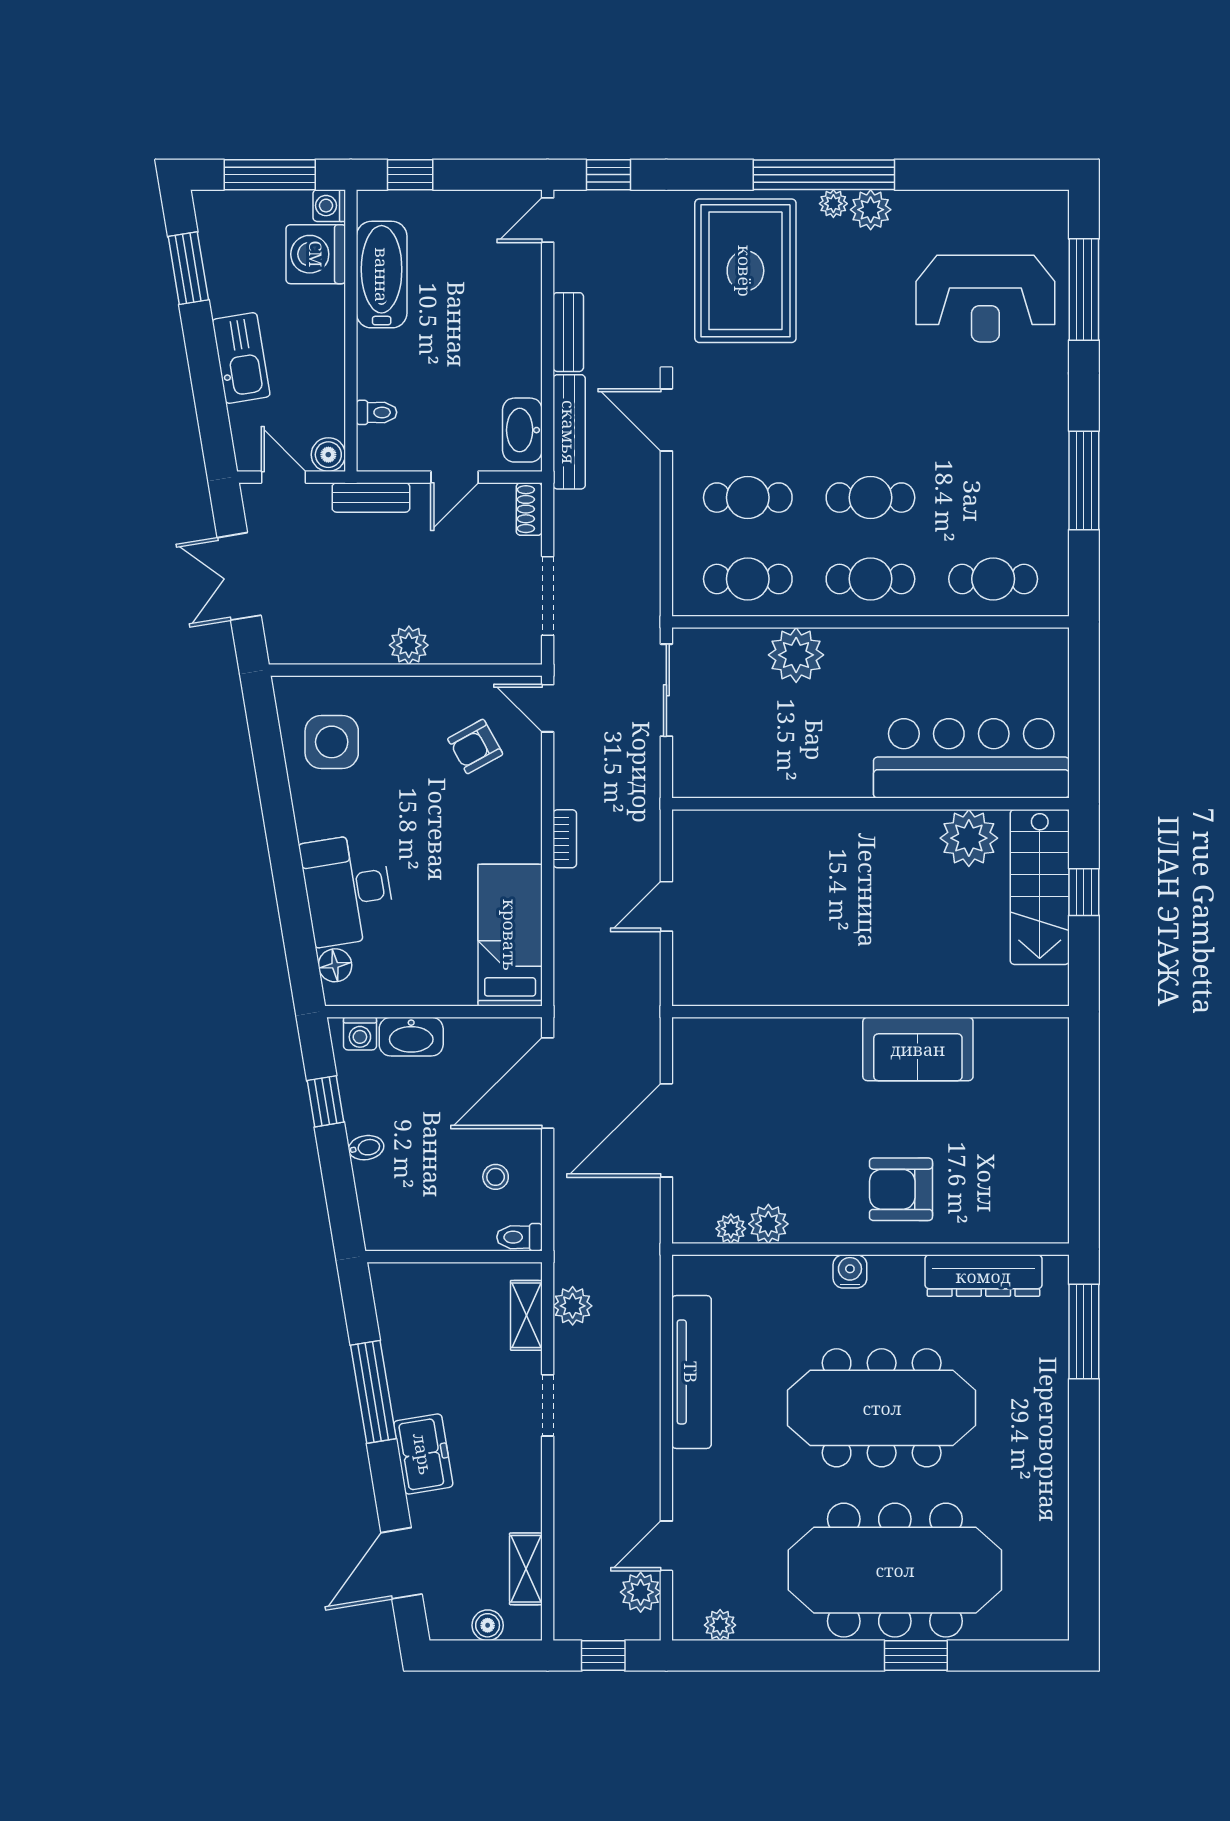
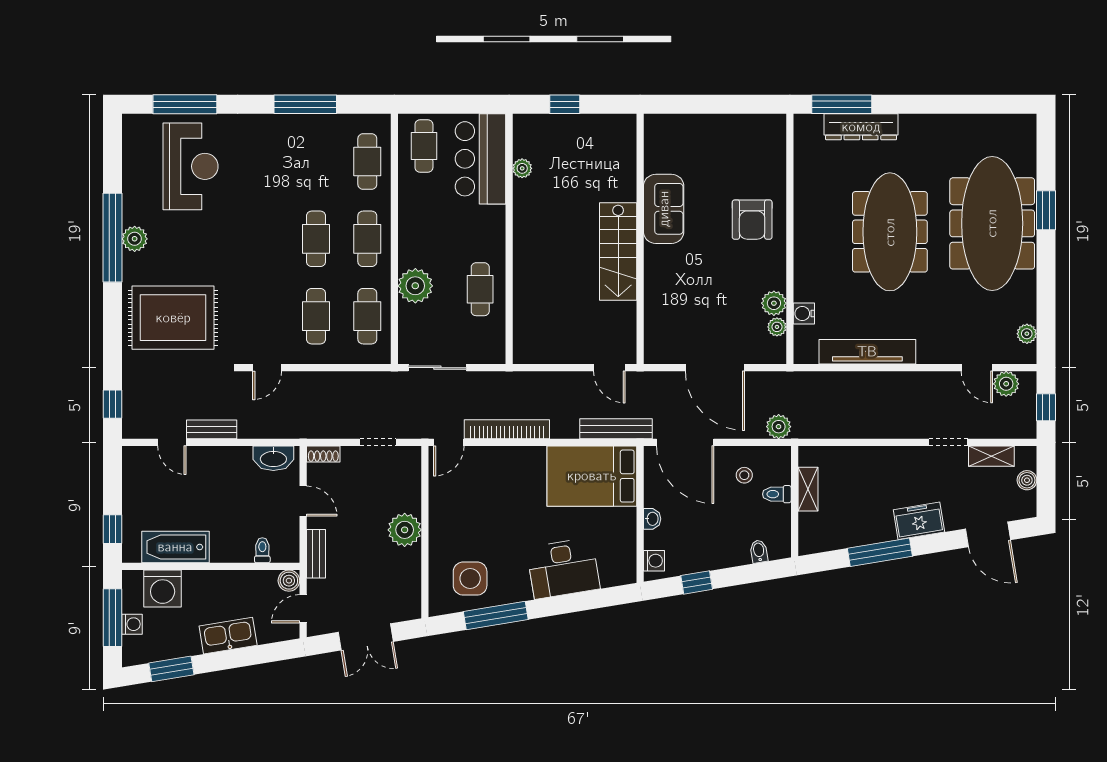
window: (824, 175) -> (112, 238), moved
plant: (833, 204) -> (131, 262), removed
washing machine: (329, 206) -> (132, 624), moved, turned -90
door: (548, 220) -> (172, 442), moved
door: (666, 420) -> (267, 368), width x0.73
bench: (569, 432) -> (616, 429), moved
doorway: (548, 596) -> (378, 442), width x0.73
plant: (409, 645) -> (405, 530), width x1.36, depth x1.36
cafe table: (1018, 669) -> (424, 146), added
armchair: (475, 746) -> (473, 488), removed
cafe table: (791, 758) -> (480, 289), added
bar counter: (971, 758) -> (480, 159), width x0.73
window: (273, 783) -> (496, 615), added
plant: (969, 838) -> (522, 168), width x0.53, depth x0.53
bookcase: (565, 839) -> (507, 429), width x2.31, depth x1.31
stairs: (1040, 887) -> (618, 251), moved, turned 90
door: (666, 906) -> (609, 368), moved
bed: (510, 935) -> (592, 476), width x1.50
floor lamp: (335, 965) -> (611, 576), removed
washbasin: (411, 1037) -> (652, 519), width x0.52, depth x0.69
bidet: (366, 1148) -> (759, 551), moved
toilet: (519, 1237) -> (777, 494), moved, turned 90
water cooler: (850, 1271) -> (804, 314), moved
dresser: (983, 1276) -> (861, 127), moved, turned 90
plant: (573, 1306) -> (779, 427), moved
shelving: (526, 1315) -> (808, 489), moved, turned 90
doorway: (548, 1405) -> (948, 442), moved

